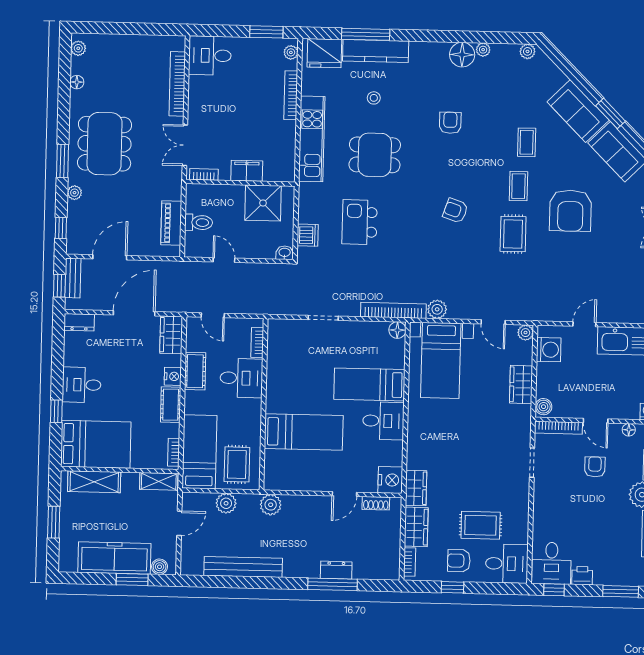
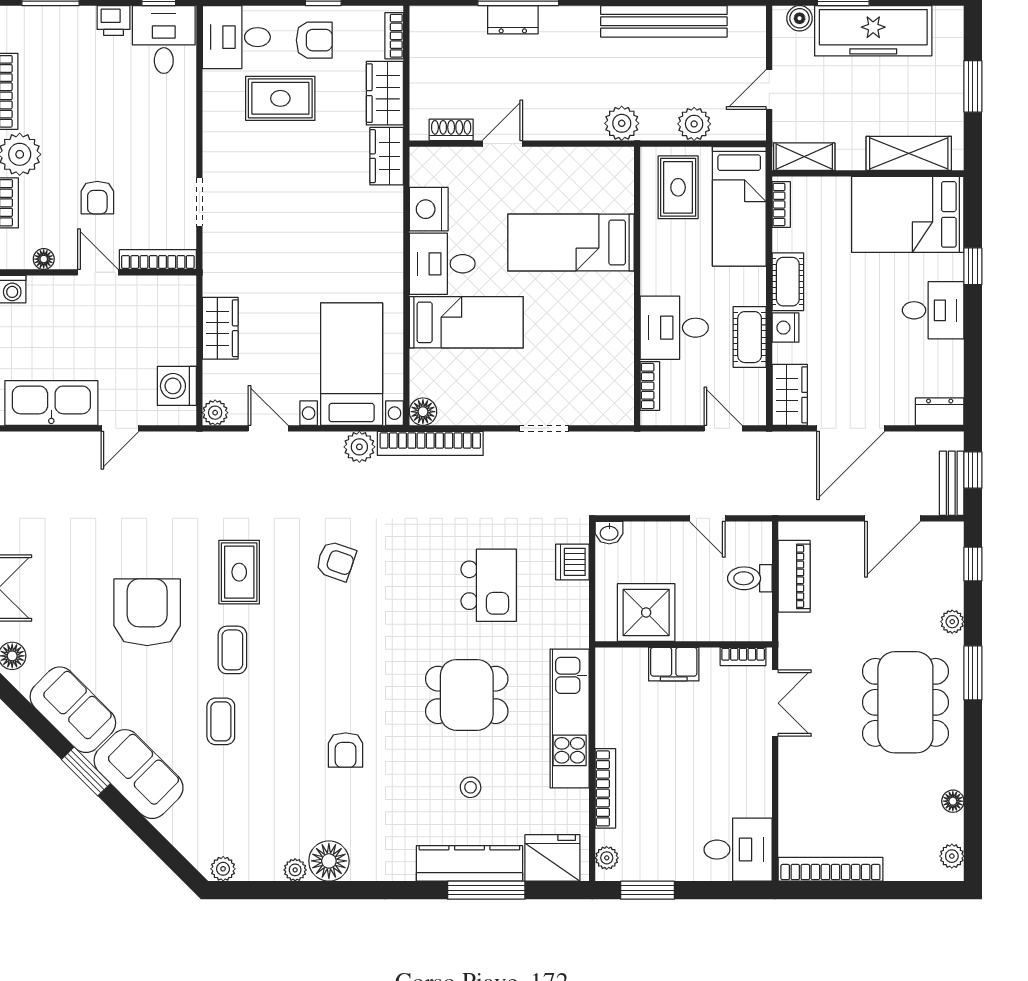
bookcase: (177, 84) -> (830, 869), moved, turned -90
armchair: (455, 211) -> (336, 561), moved
boiler: (543, 407) -> (183, 293), removed
nightstand: (390, 480) -> (429, 209), moved

